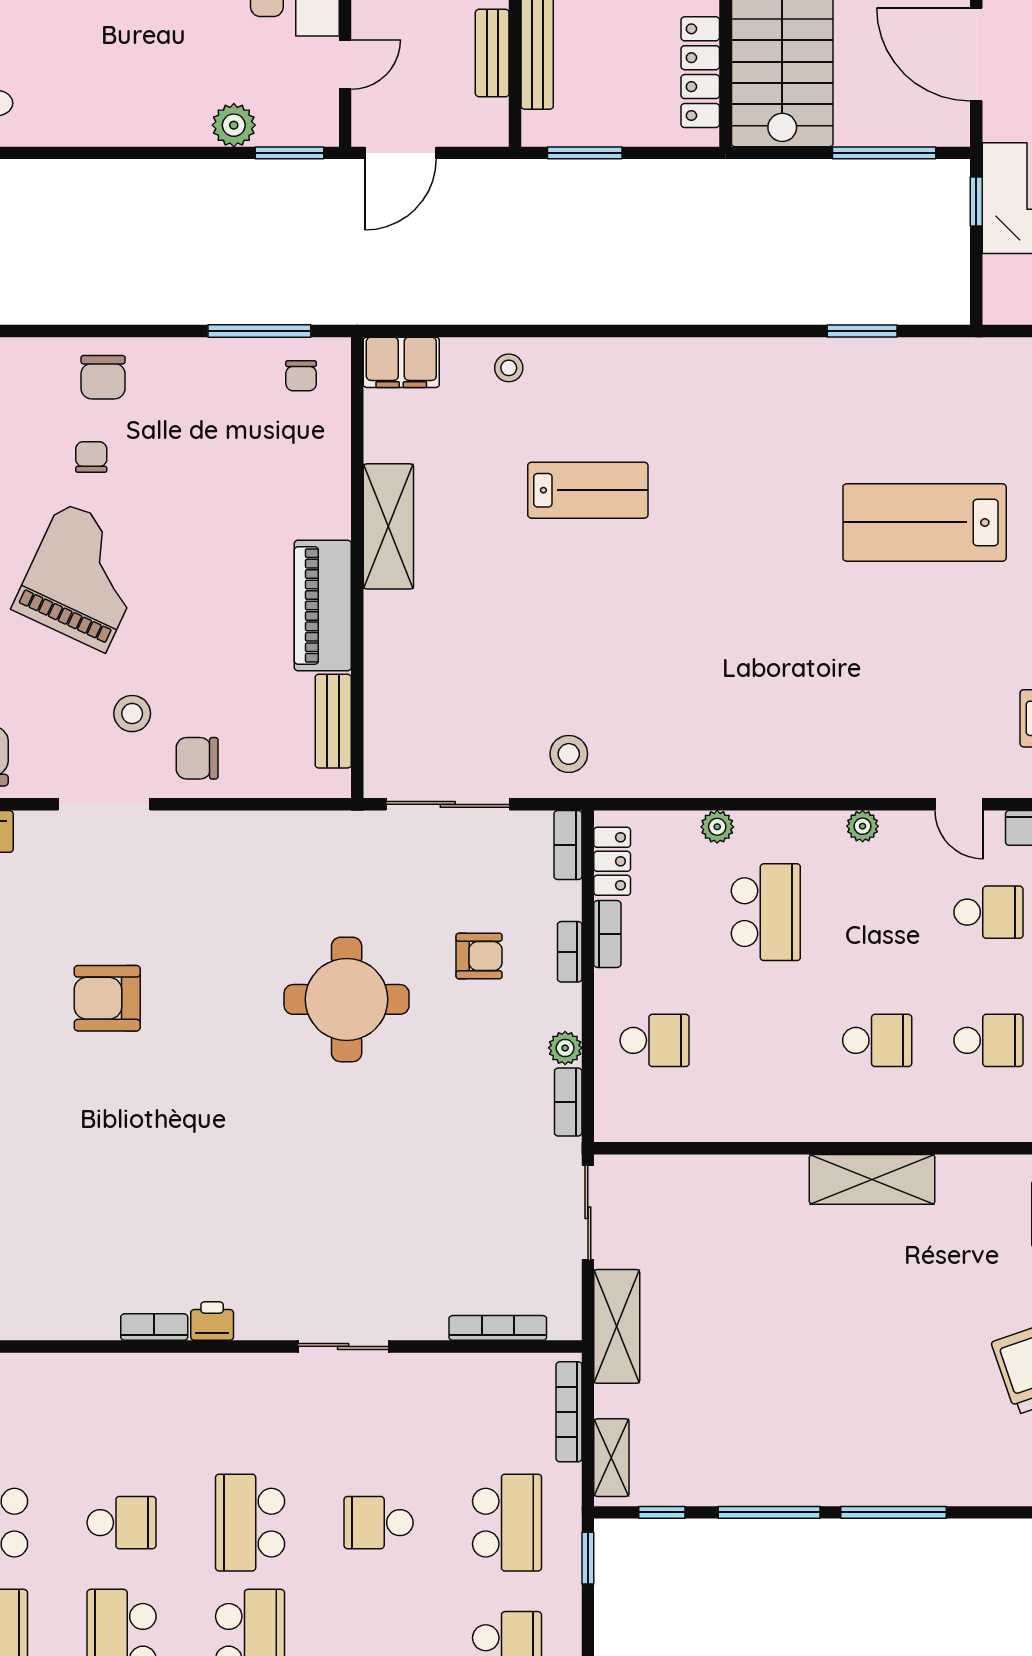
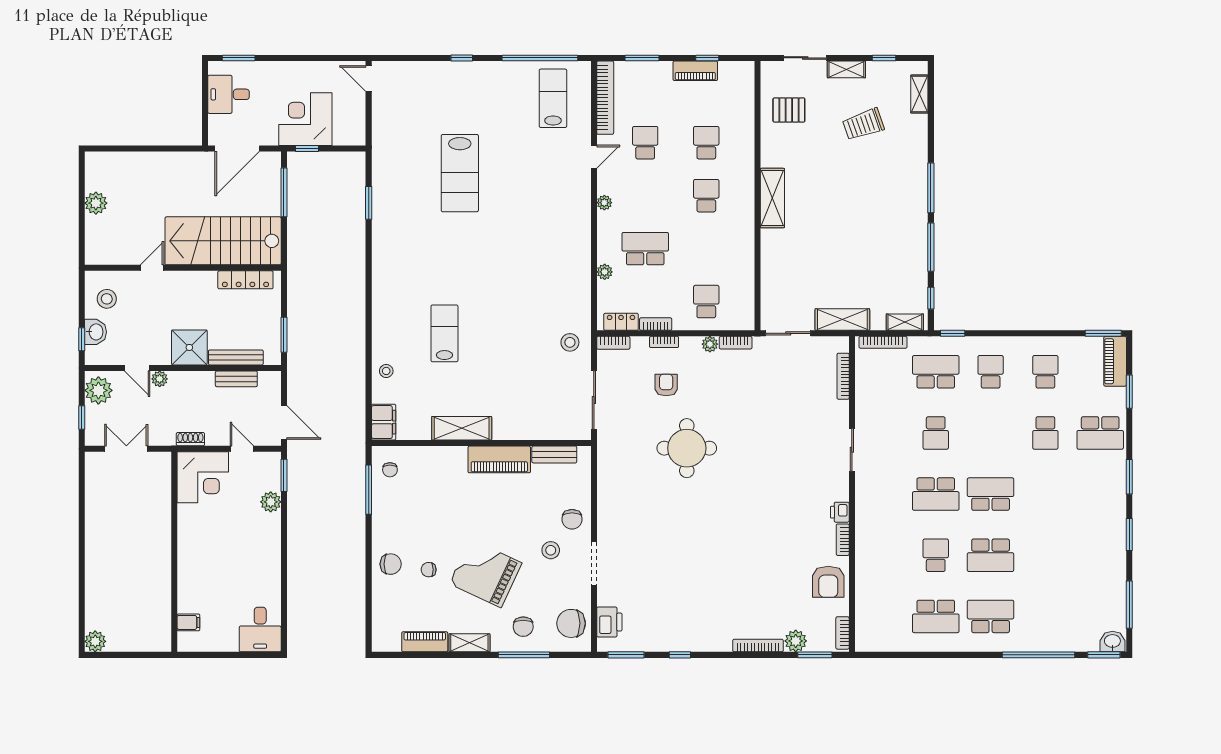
chair: (301, 376) -> (390, 470), turned 90
armchair: (107, 998) -> (828, 582), moved

